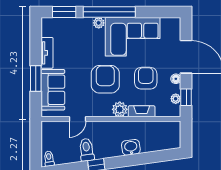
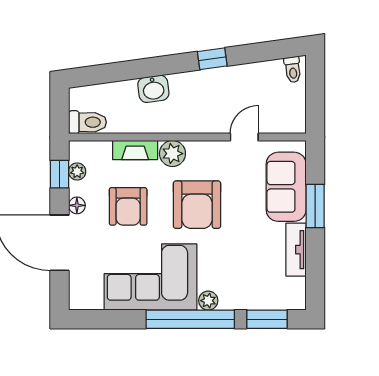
toilet: (87, 150) -> (87, 122), moved, turned -82

